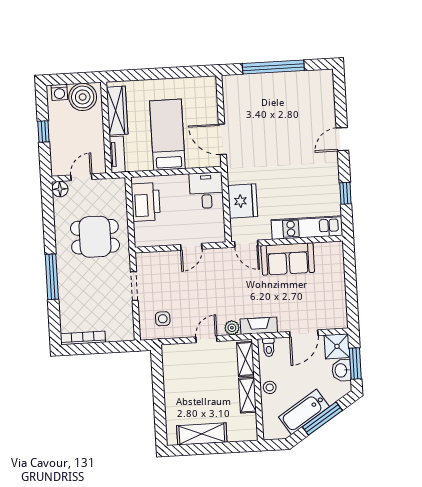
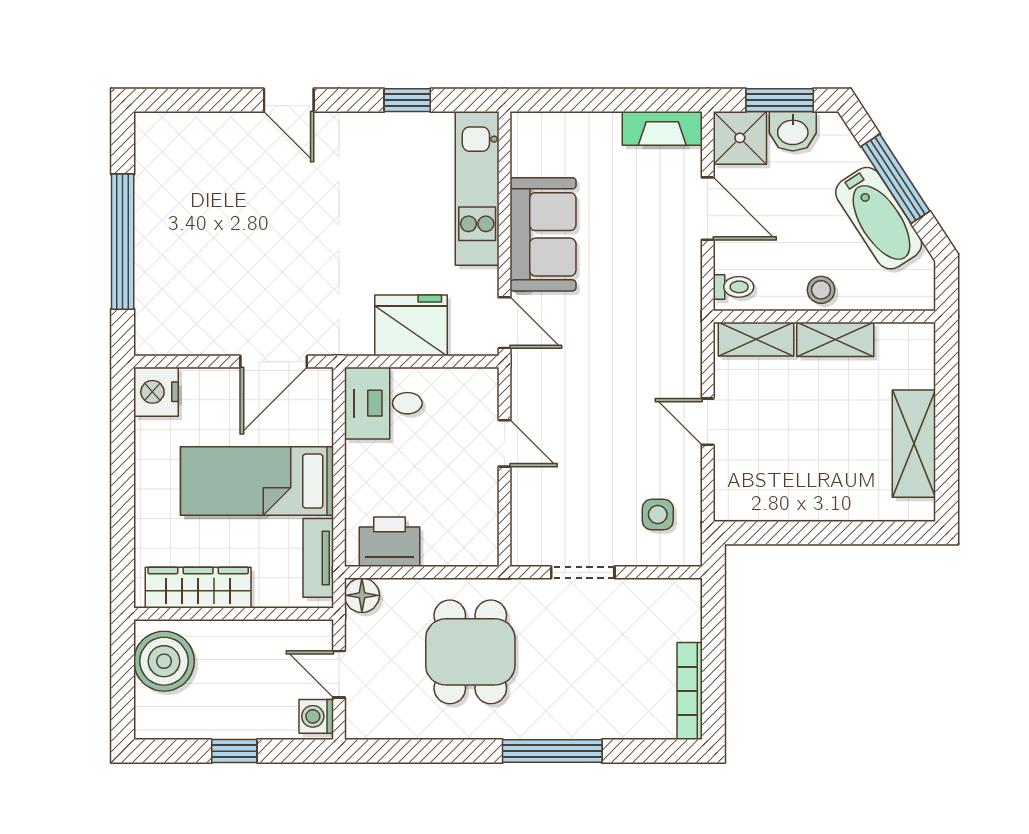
nightstand: (206, 86) -> (156, 392), added
washing machine: (59, 92) -> (316, 716), moved, turned 180
tv unit: (117, 154) -> (318, 558), moved, turned -90
floor lamp: (60, 189) -> (362, 595), moved
printer: (146, 202) -> (390, 542), width x0.73, depth x0.84
door: (246, 244) -> (505, 323), hinge flipped
fireplace: (259, 326) -> (662, 128), moved, turned -90
plant: (232, 328) -> (686, 365), removed

